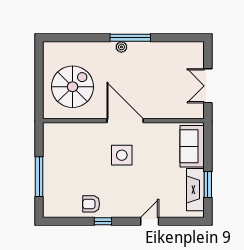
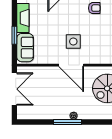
double door: (208, 86) -> (14, 89), width x1.37
window: (208, 184) -> (14, 35), moved

